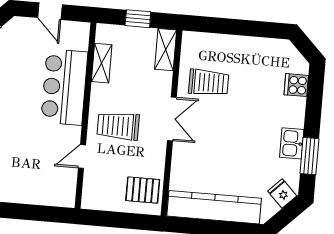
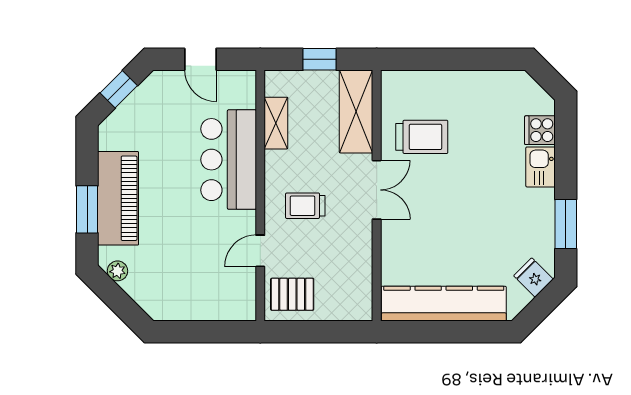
shelving: (166, 50) -> (356, 111), width x1.50, depth x1.33
trolley: (118, 126) -> (305, 206), width x0.73, depth x0.72
kitchen sink: (292, 143) -> (541, 167), moved
pallet: (143, 190) -> (292, 294), moved

